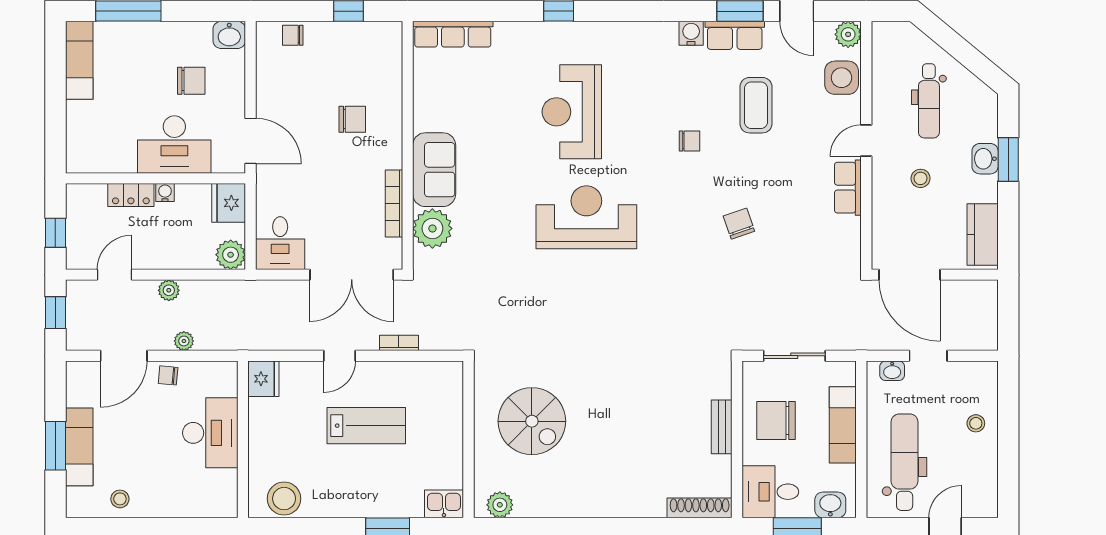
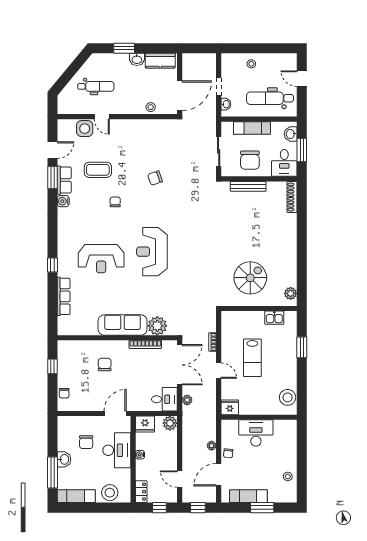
row of seats: (453, 34) -> (64, 296), moved
plant: (848, 34) -> (64, 125), removed
washbasin: (229, 35) -> (64, 459), moved
chair: (191, 81) -> (86, 442), turned 180
stool: (86, 130) -> (110, 493), added
door: (866, 141) -> (102, 117), moved
washbasin: (985, 159) -> (137, 59), moved
sofa: (434, 170) -> (123, 325), width x1.36
stool: (921, 178) -> (151, 107), moved
row of seats: (848, 188) -> (138, 125), removed
locker: (131, 195) -> (141, 492), moved
plant: (169, 290) -> (187, 400), moved
door: (124, 356) -> (219, 475), swing flipped
lab bench: (366, 426) -> (252, 358), turned 180
bench: (722, 427) -> (248, 186), width x1.36
exam couch: (79, 447) -> (248, 496), moved
kitchen sink: (444, 504) -> (274, 318), moved, turned -90

